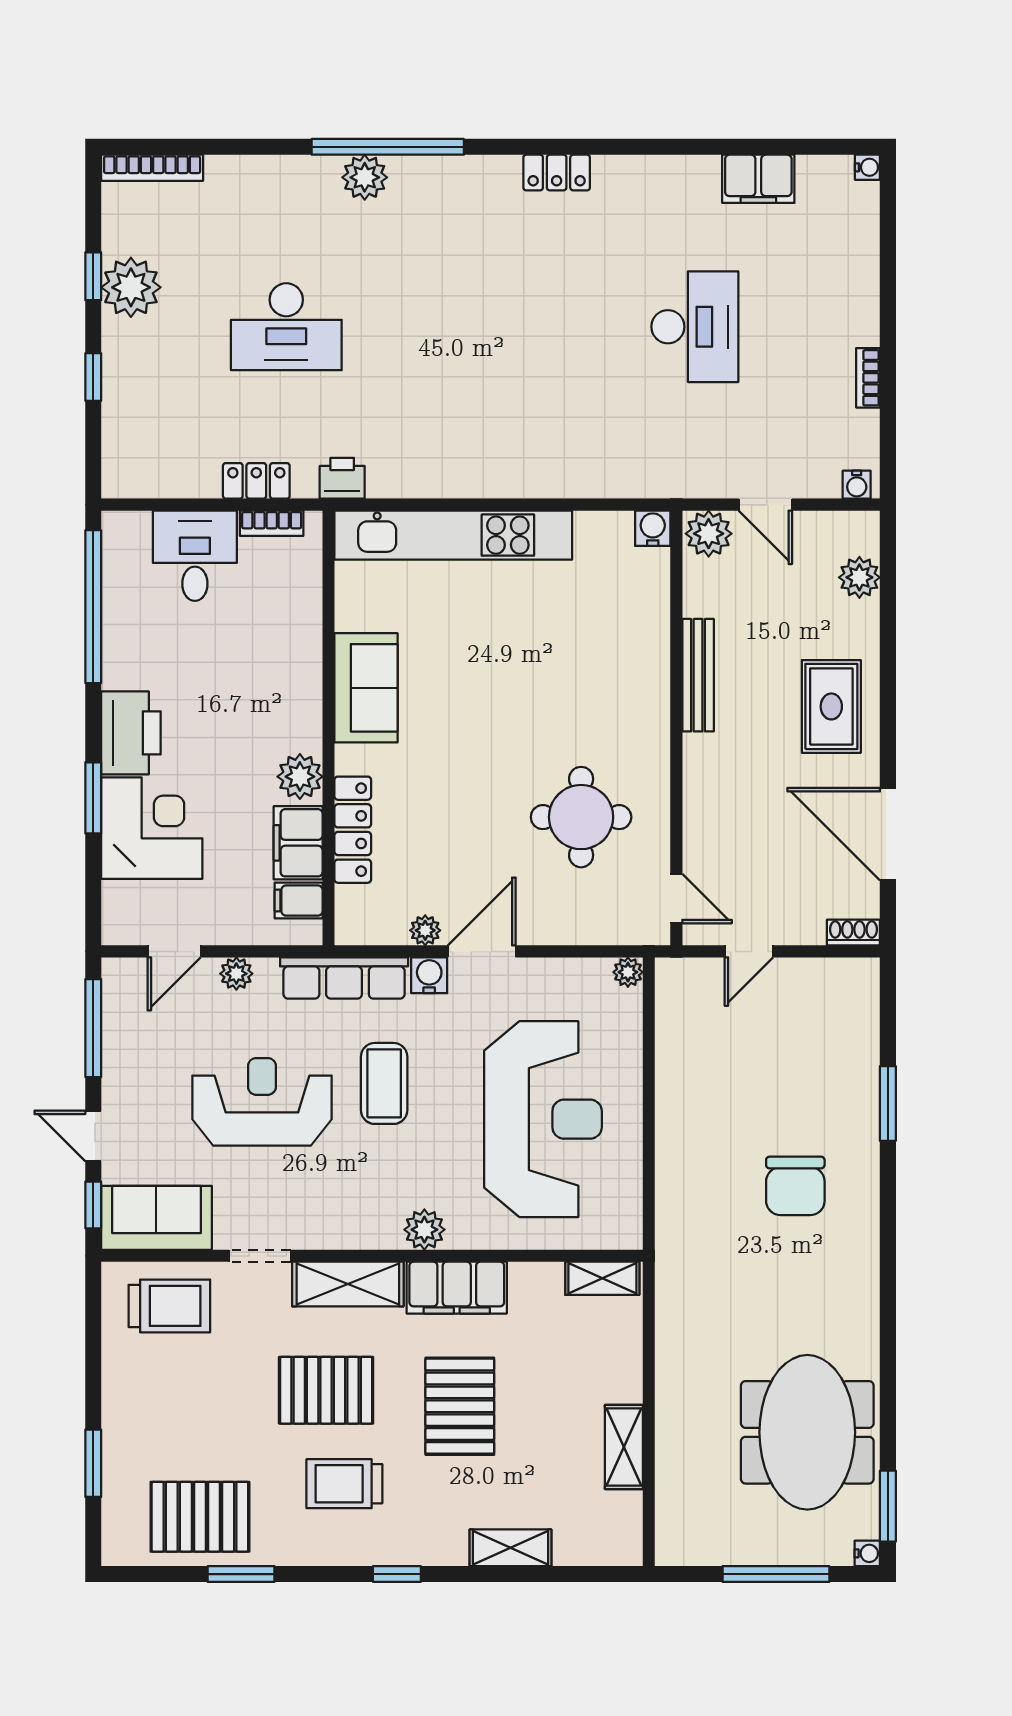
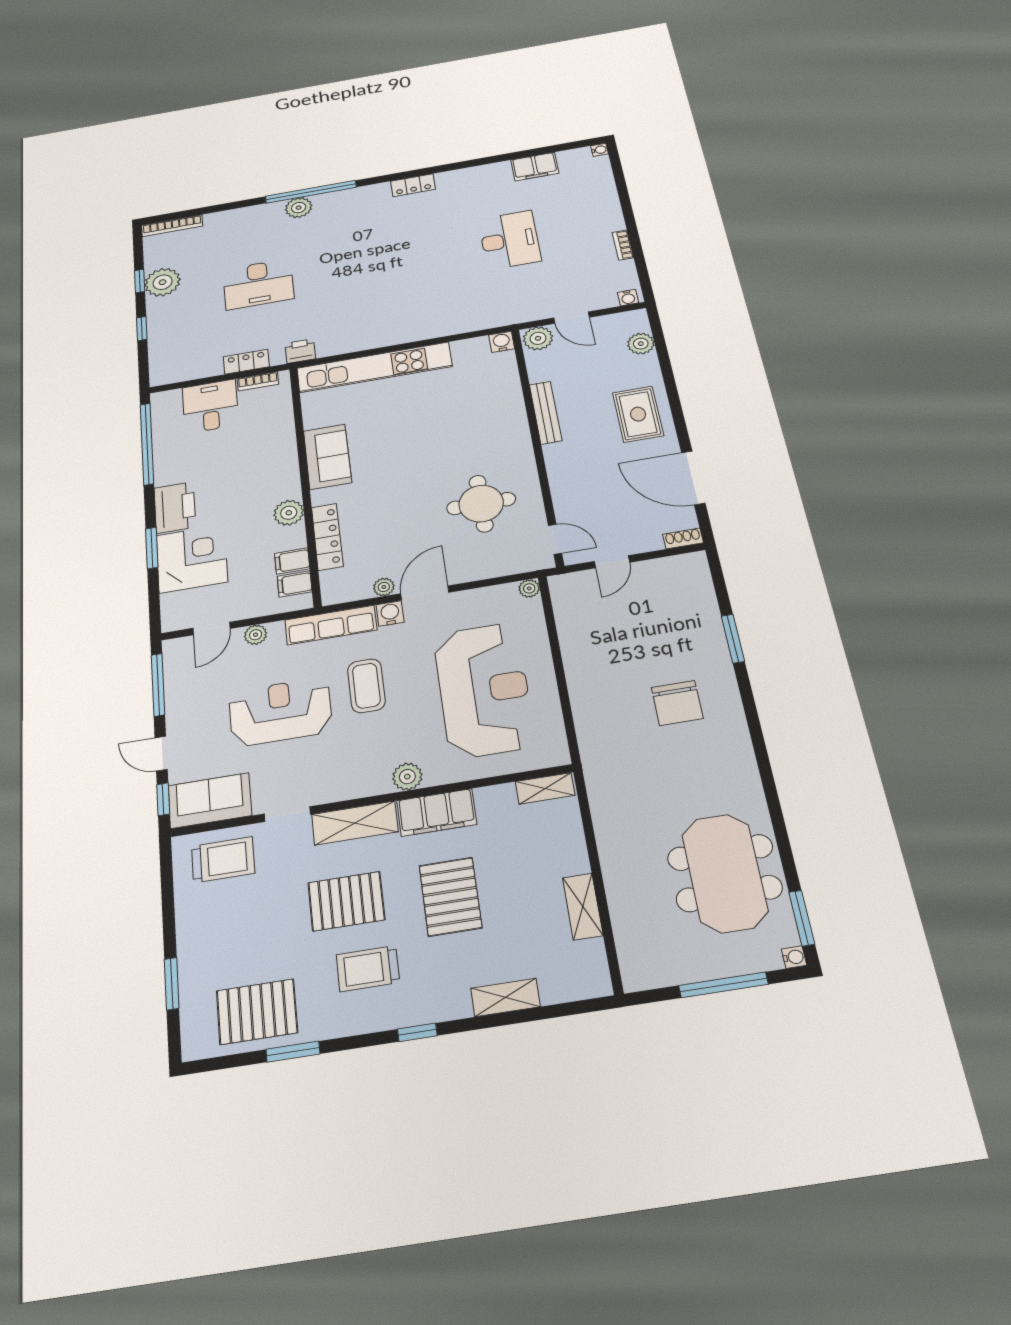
filing cabinet: (298, 843) -> (292, 561), width x0.50

